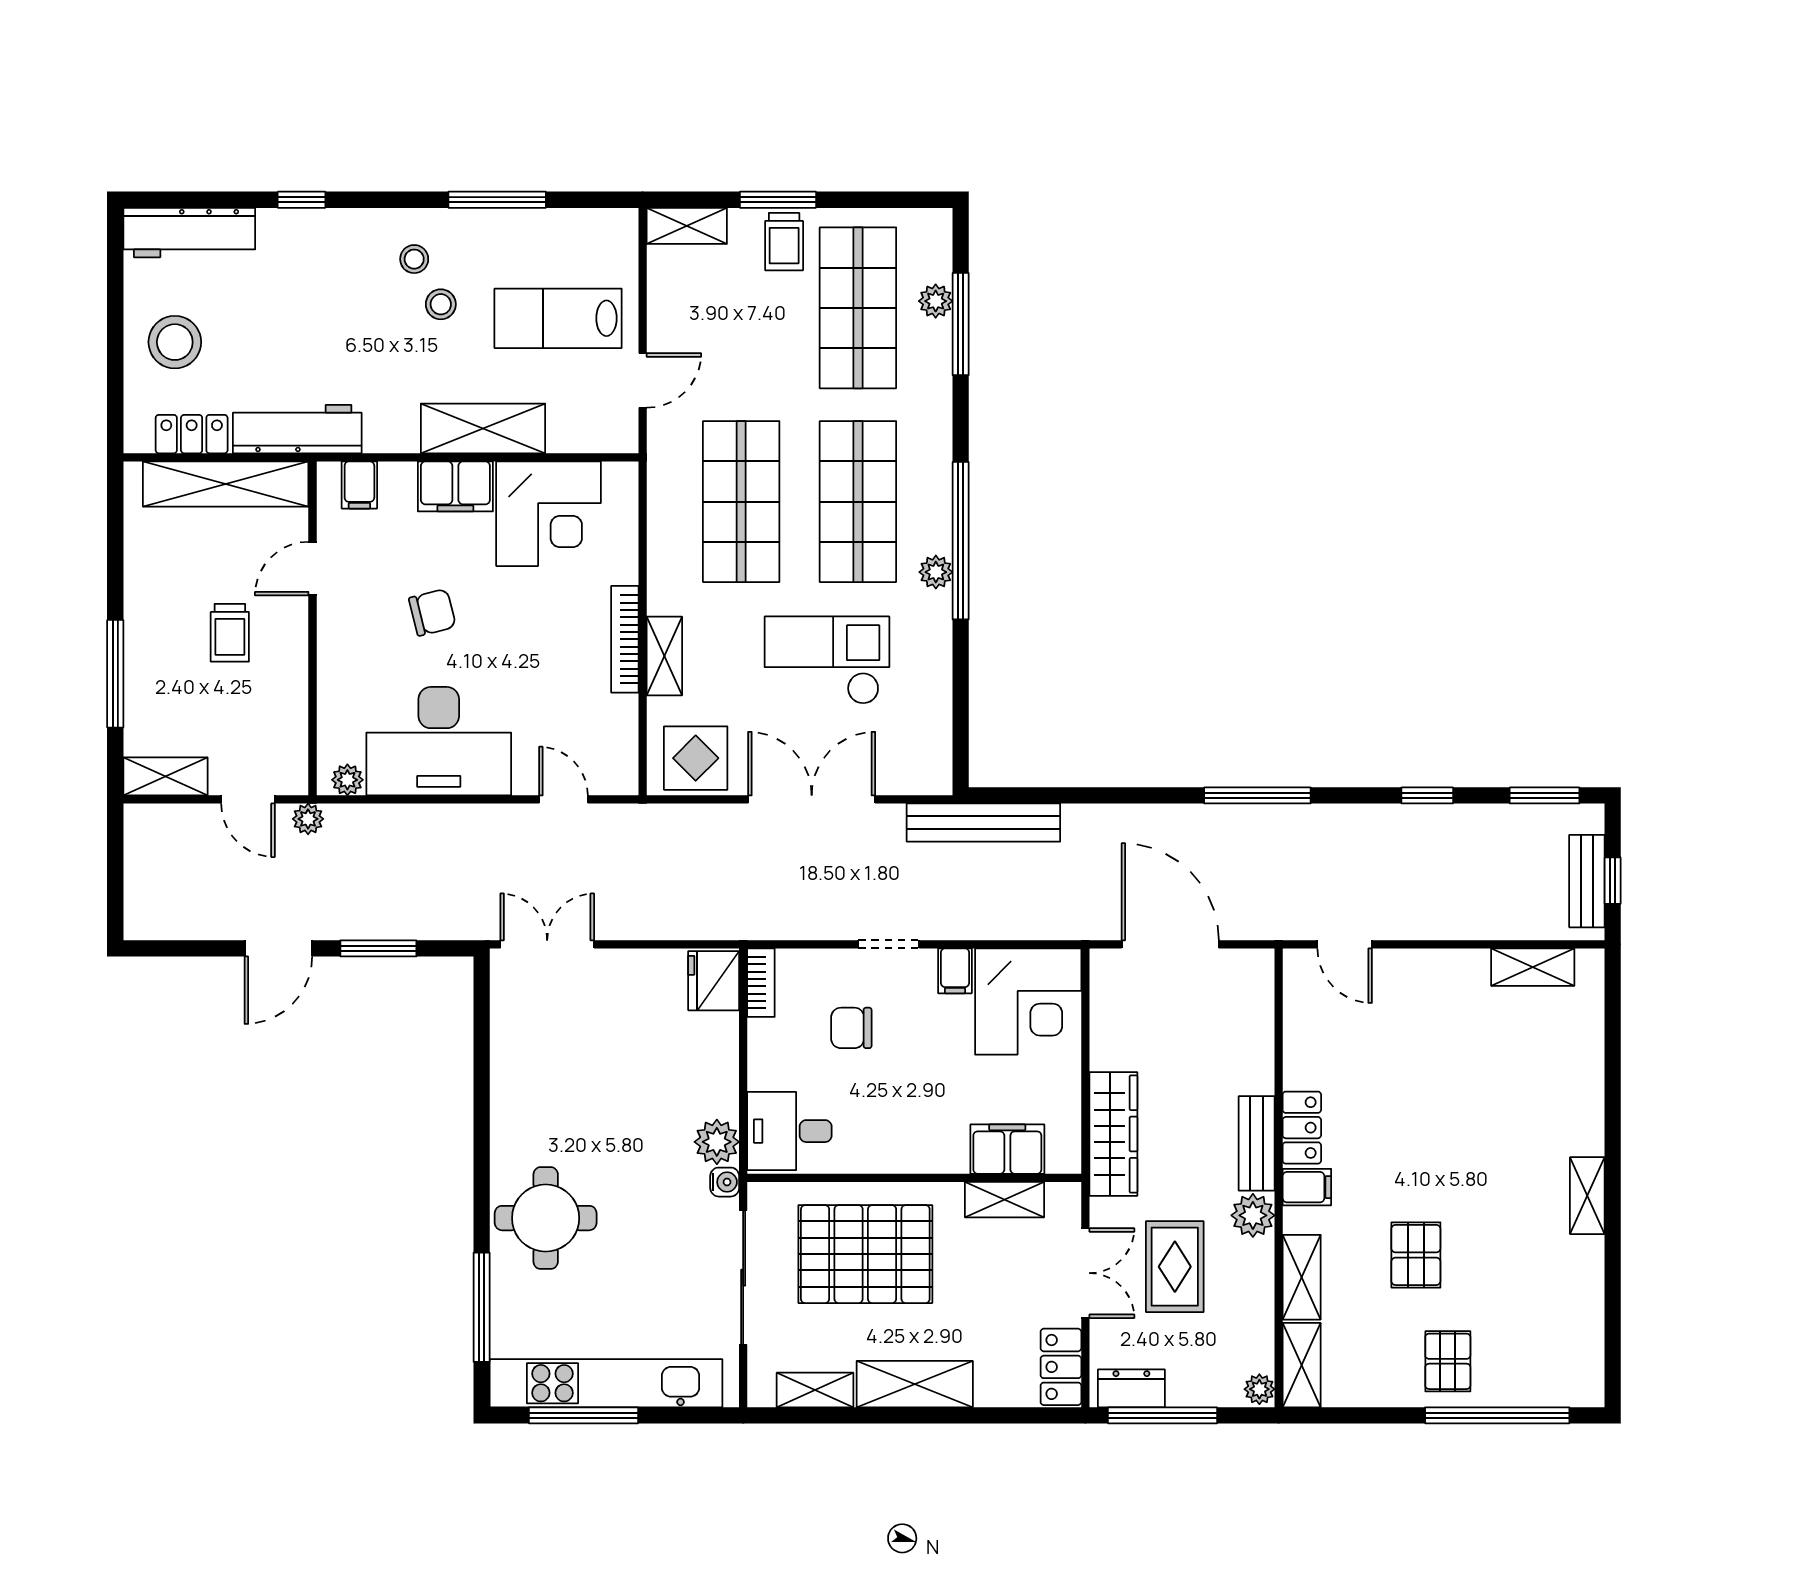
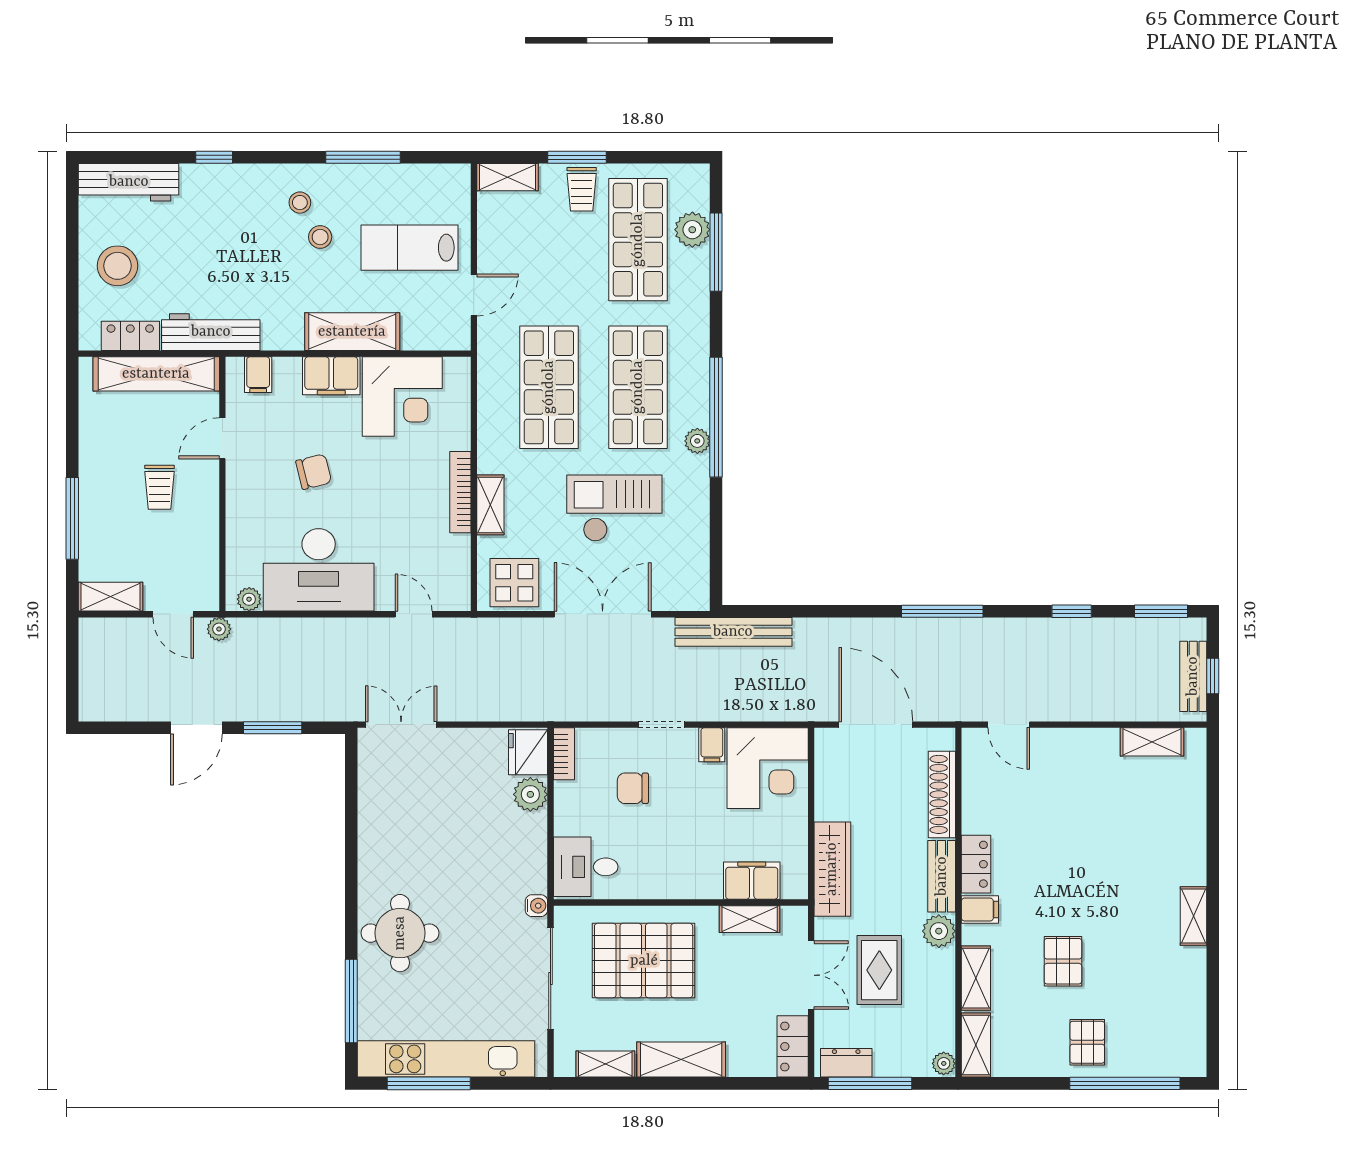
plant: (936, 301) -> (692, 230), width x1.38, depth x1.38
shoe rack: (1257, 1036) -> (942, 794), added
plant: (717, 1142) -> (530, 794), moved

